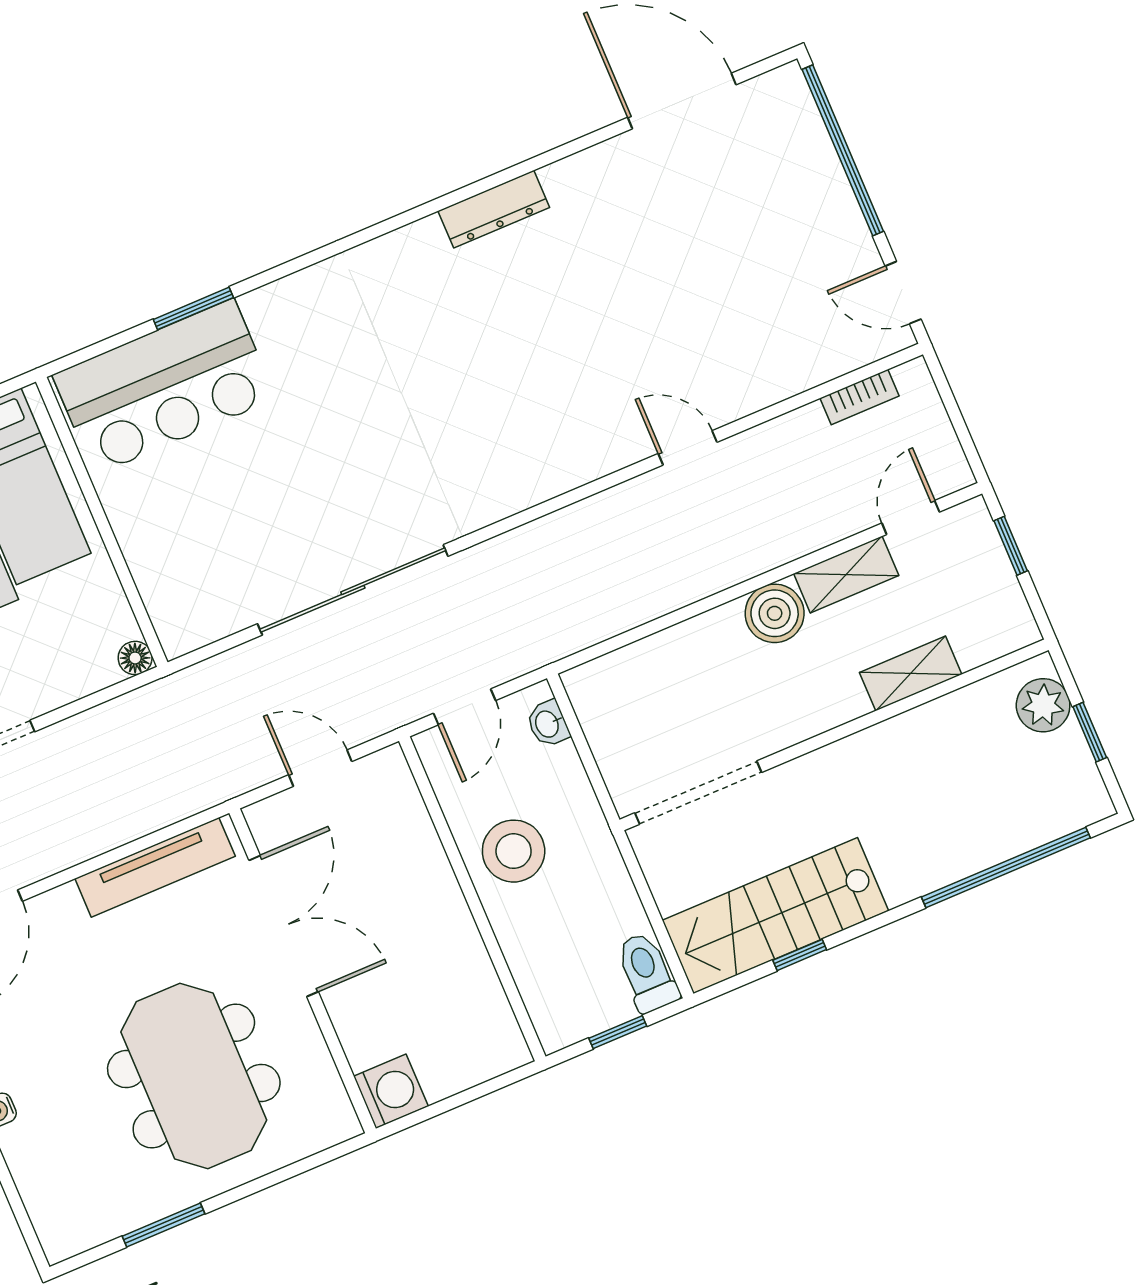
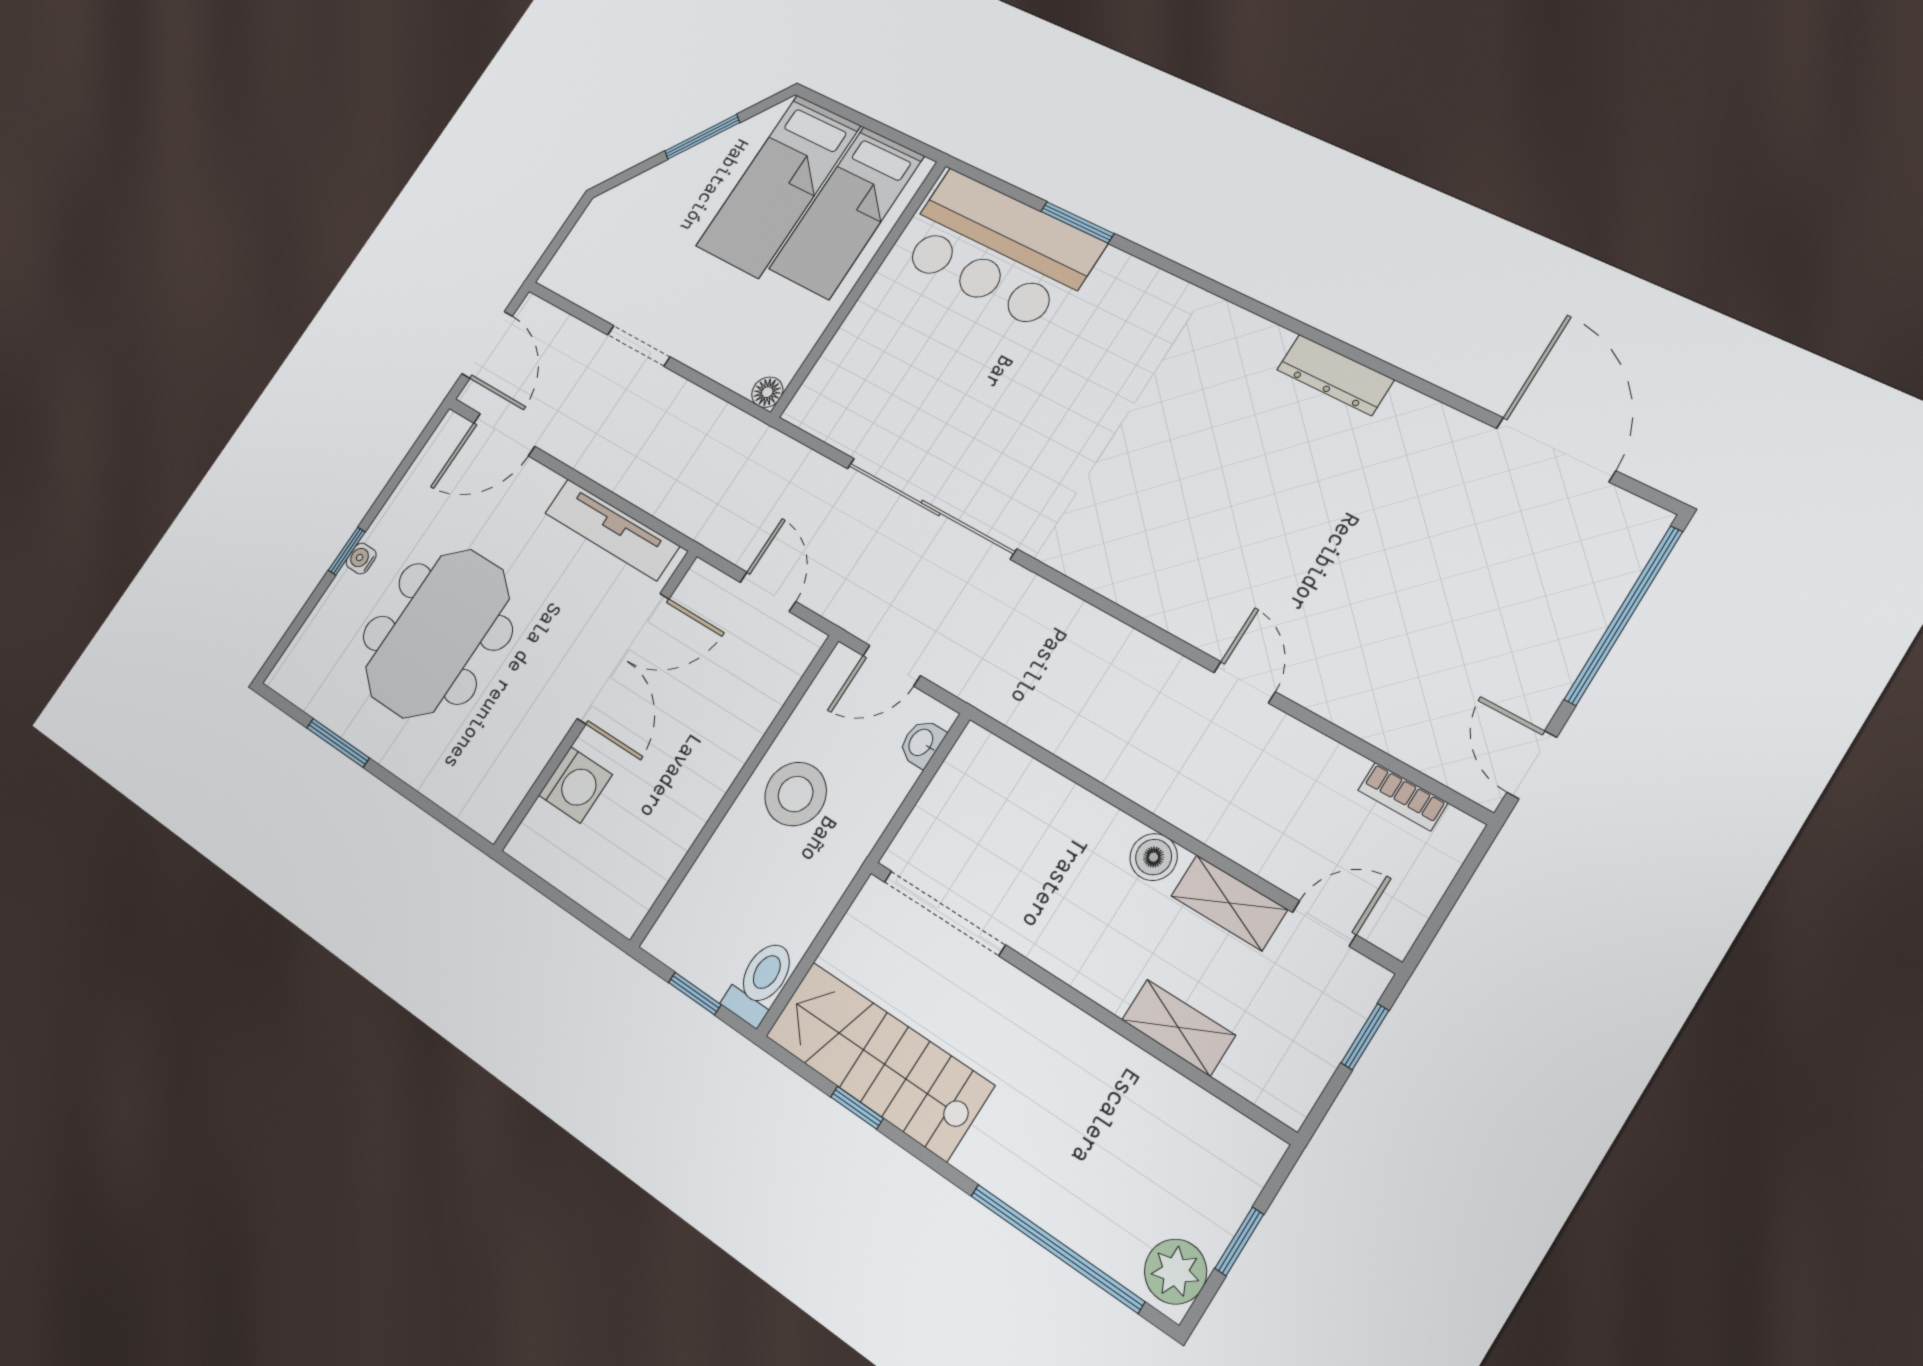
boiler: (775, 613) -> (1154, 857), width x0.73, depth x0.73
plant: (1043, 705) -> (1175, 1272), moved
meeting table: (194, 1076) -> (437, 633), moved
washing machine: (391, 1091) -> (575, 785), moved

